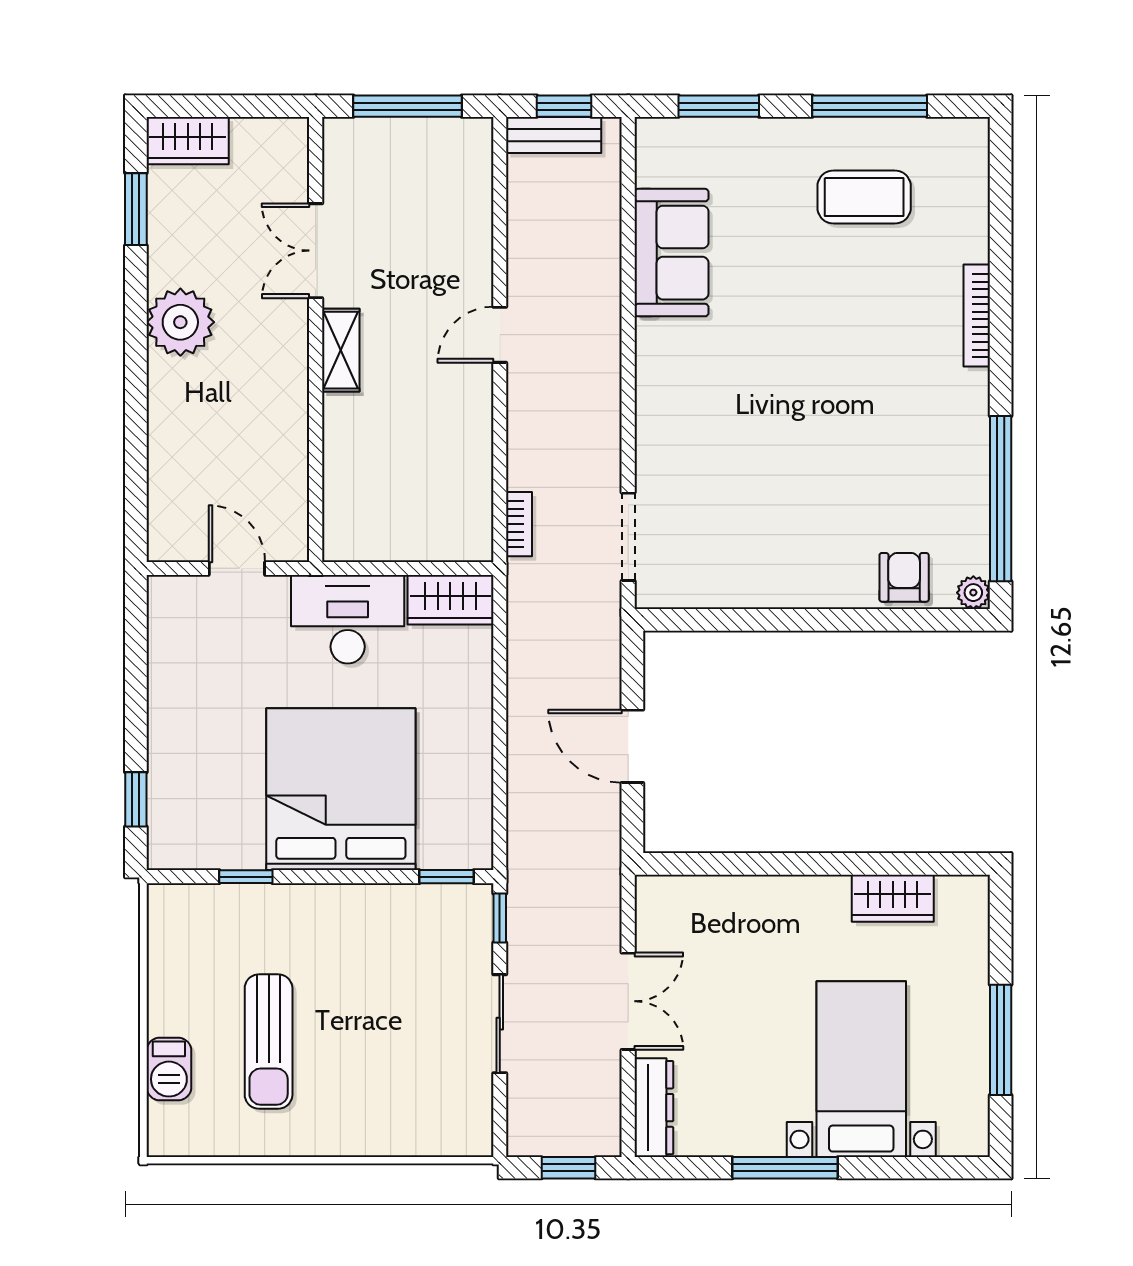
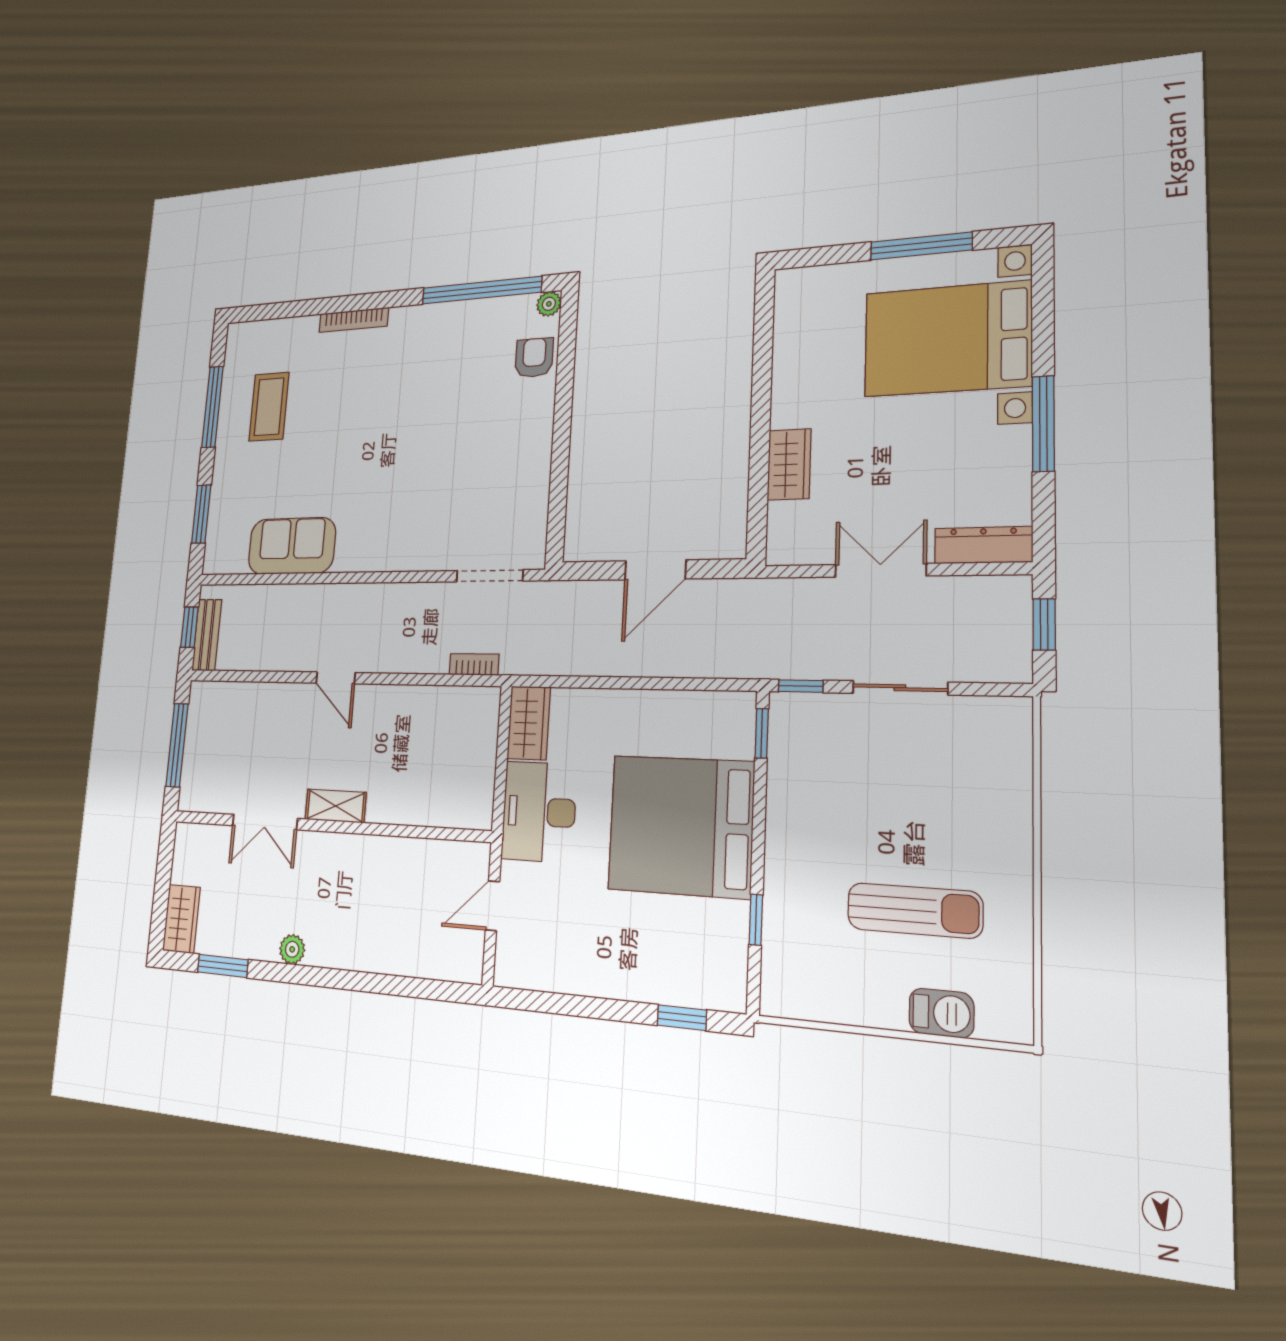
plant: (180, 322) -> (292, 949), width x0.53, depth x0.53
armchair: (904, 577) -> (534, 358), turned 90
wardrobe: (893, 898) -> (789, 464), moved
bed with nightstands: (861, 1069) -> (947, 339), width x1.36

